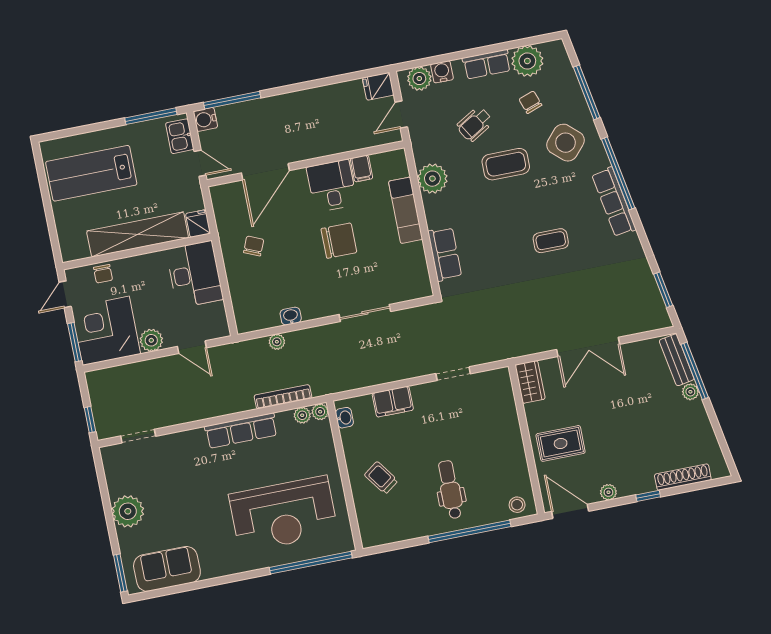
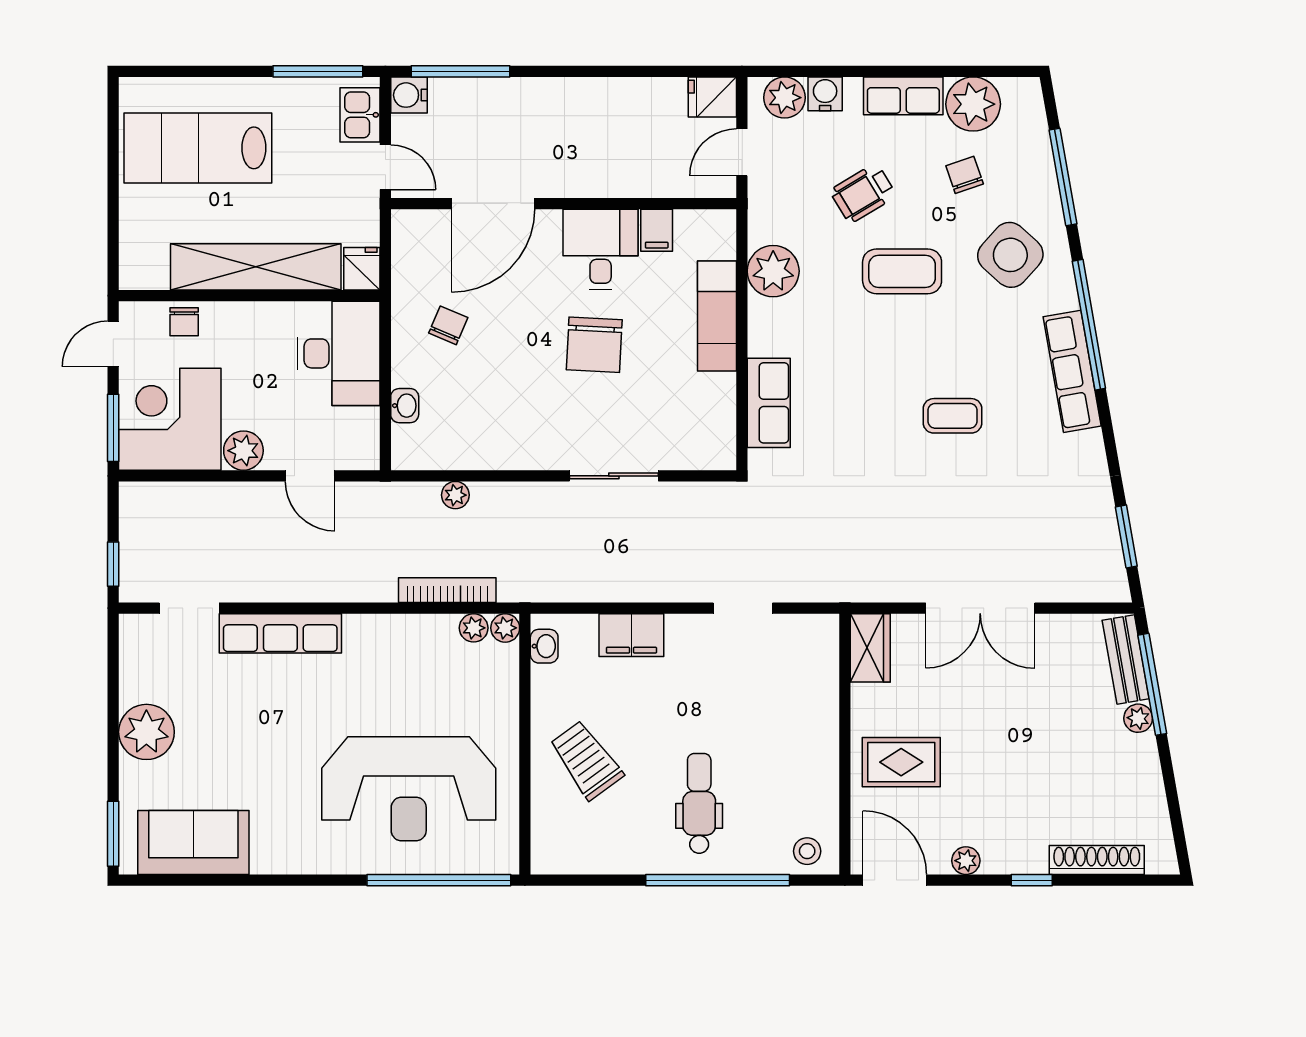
chair: (339, 241) -> (594, 345), turned 93
washbasin: (291, 316) -> (405, 406), moved, turned 90
row of seats: (241, 431) -> (280, 633), moved
trolley: (381, 478) -> (586, 760), width x1.36, depth x1.39

